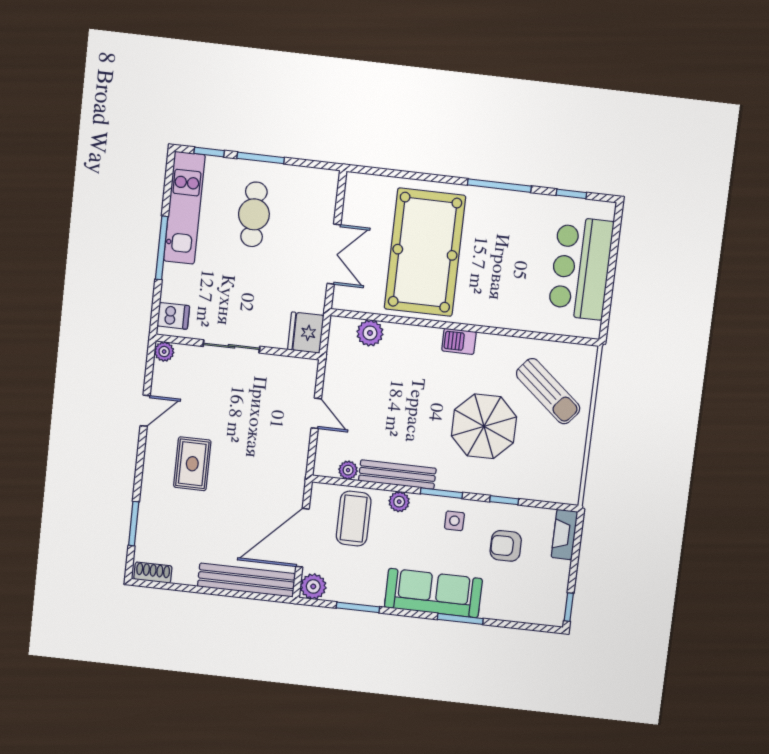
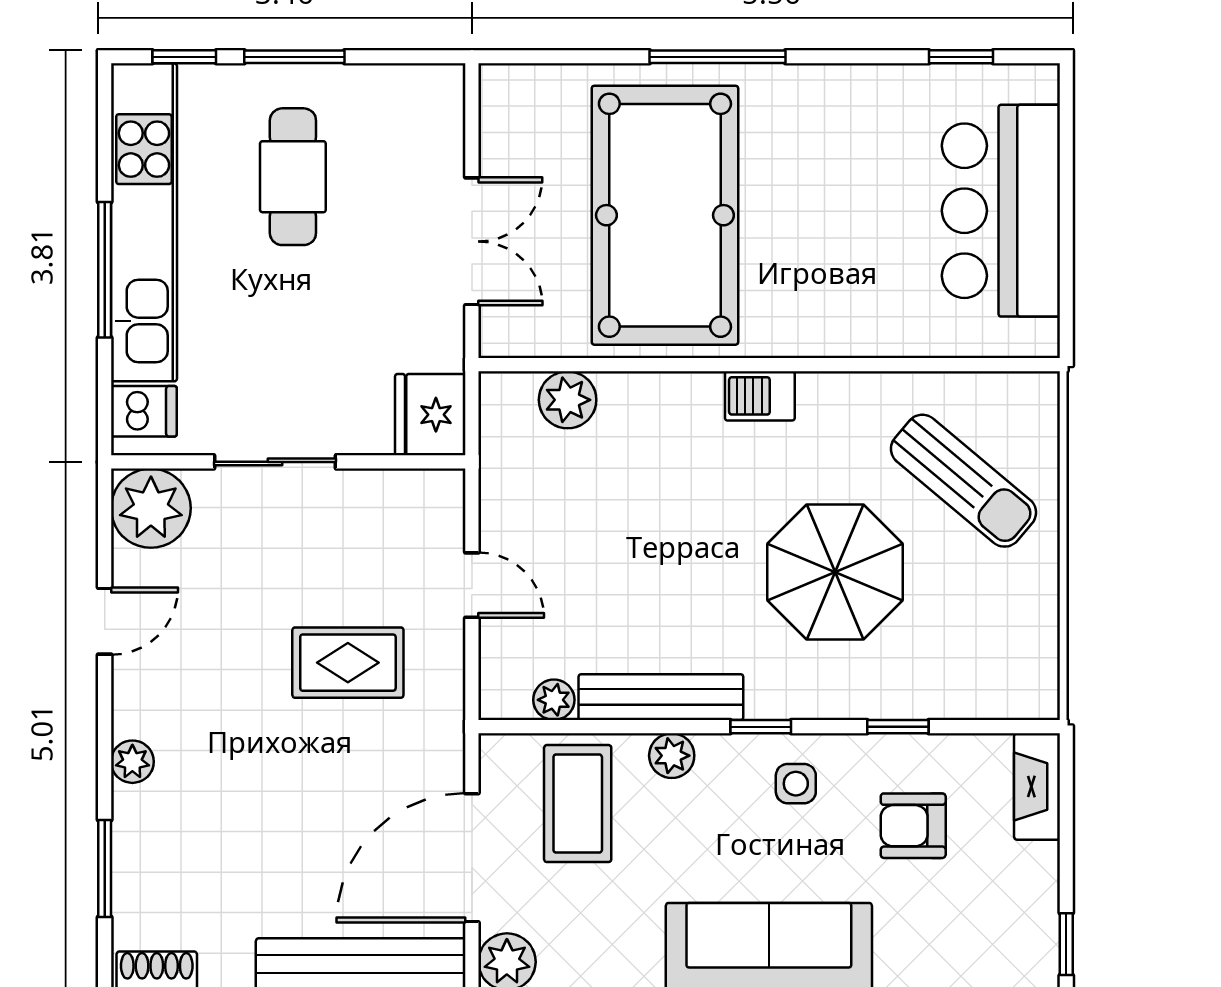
window: (499, 186) -> (717, 57), moved
kitchen unit: (184, 208) -> (144, 222), width x1.36
plant: (164, 352) -> (151, 508), width x1.87, depth x1.87
rug: (192, 464) -> (348, 663), moved, turned 90
plant: (151, 476) -> (132, 762), added
window: (441, 493) -> (761, 727), width x0.67

